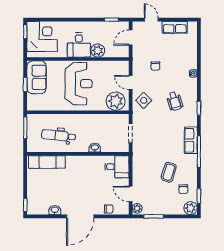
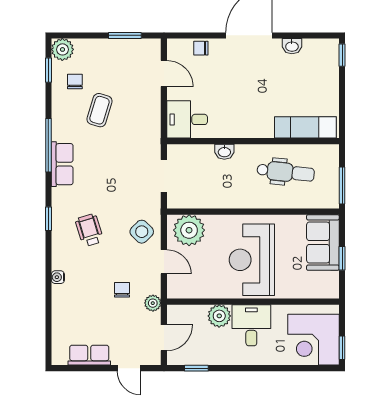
sofa: (37, 77) -> (323, 242), moved
plant: (137, 208) -> (153, 303), moved

